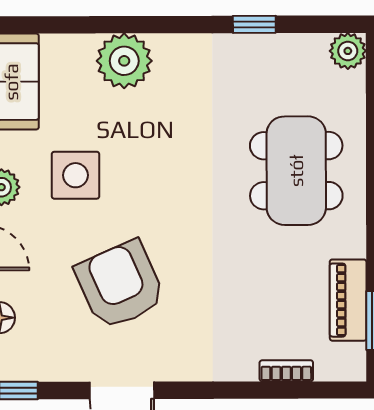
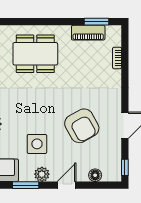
armchair: (120, 285) -> (82, 126), turned -95

